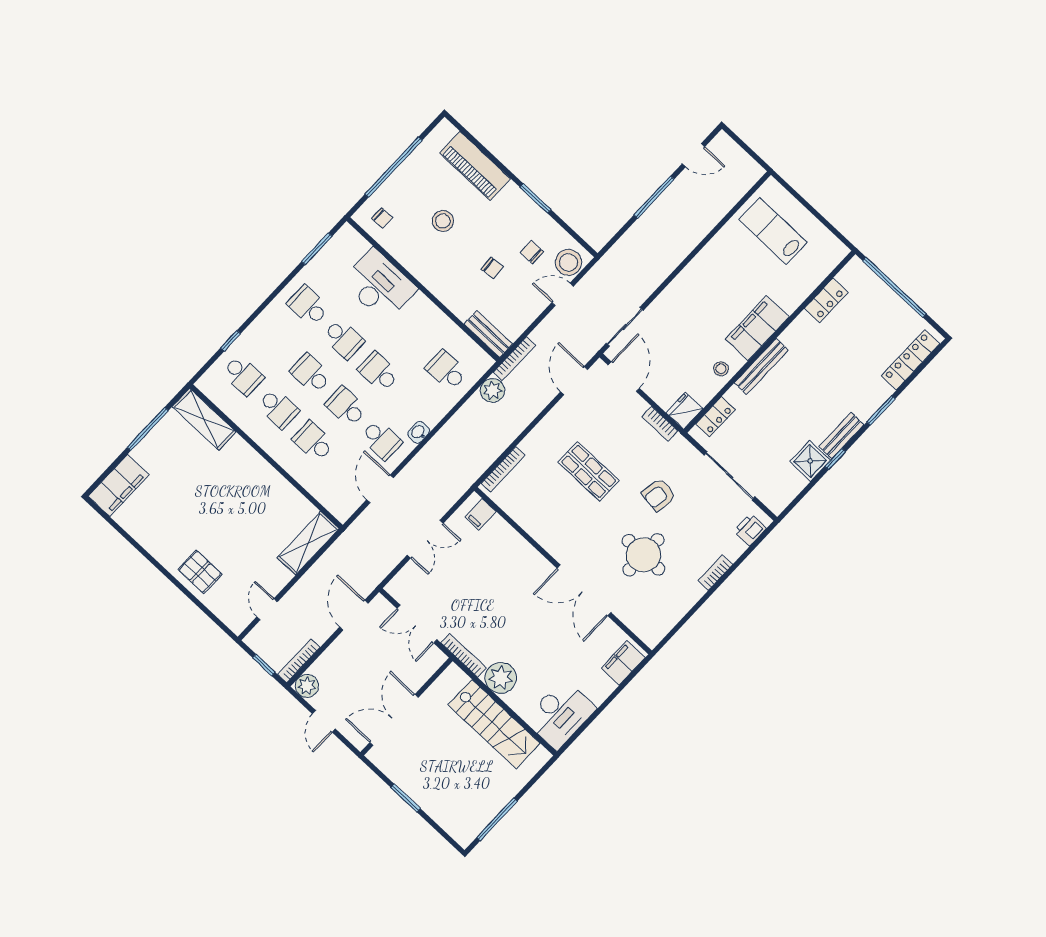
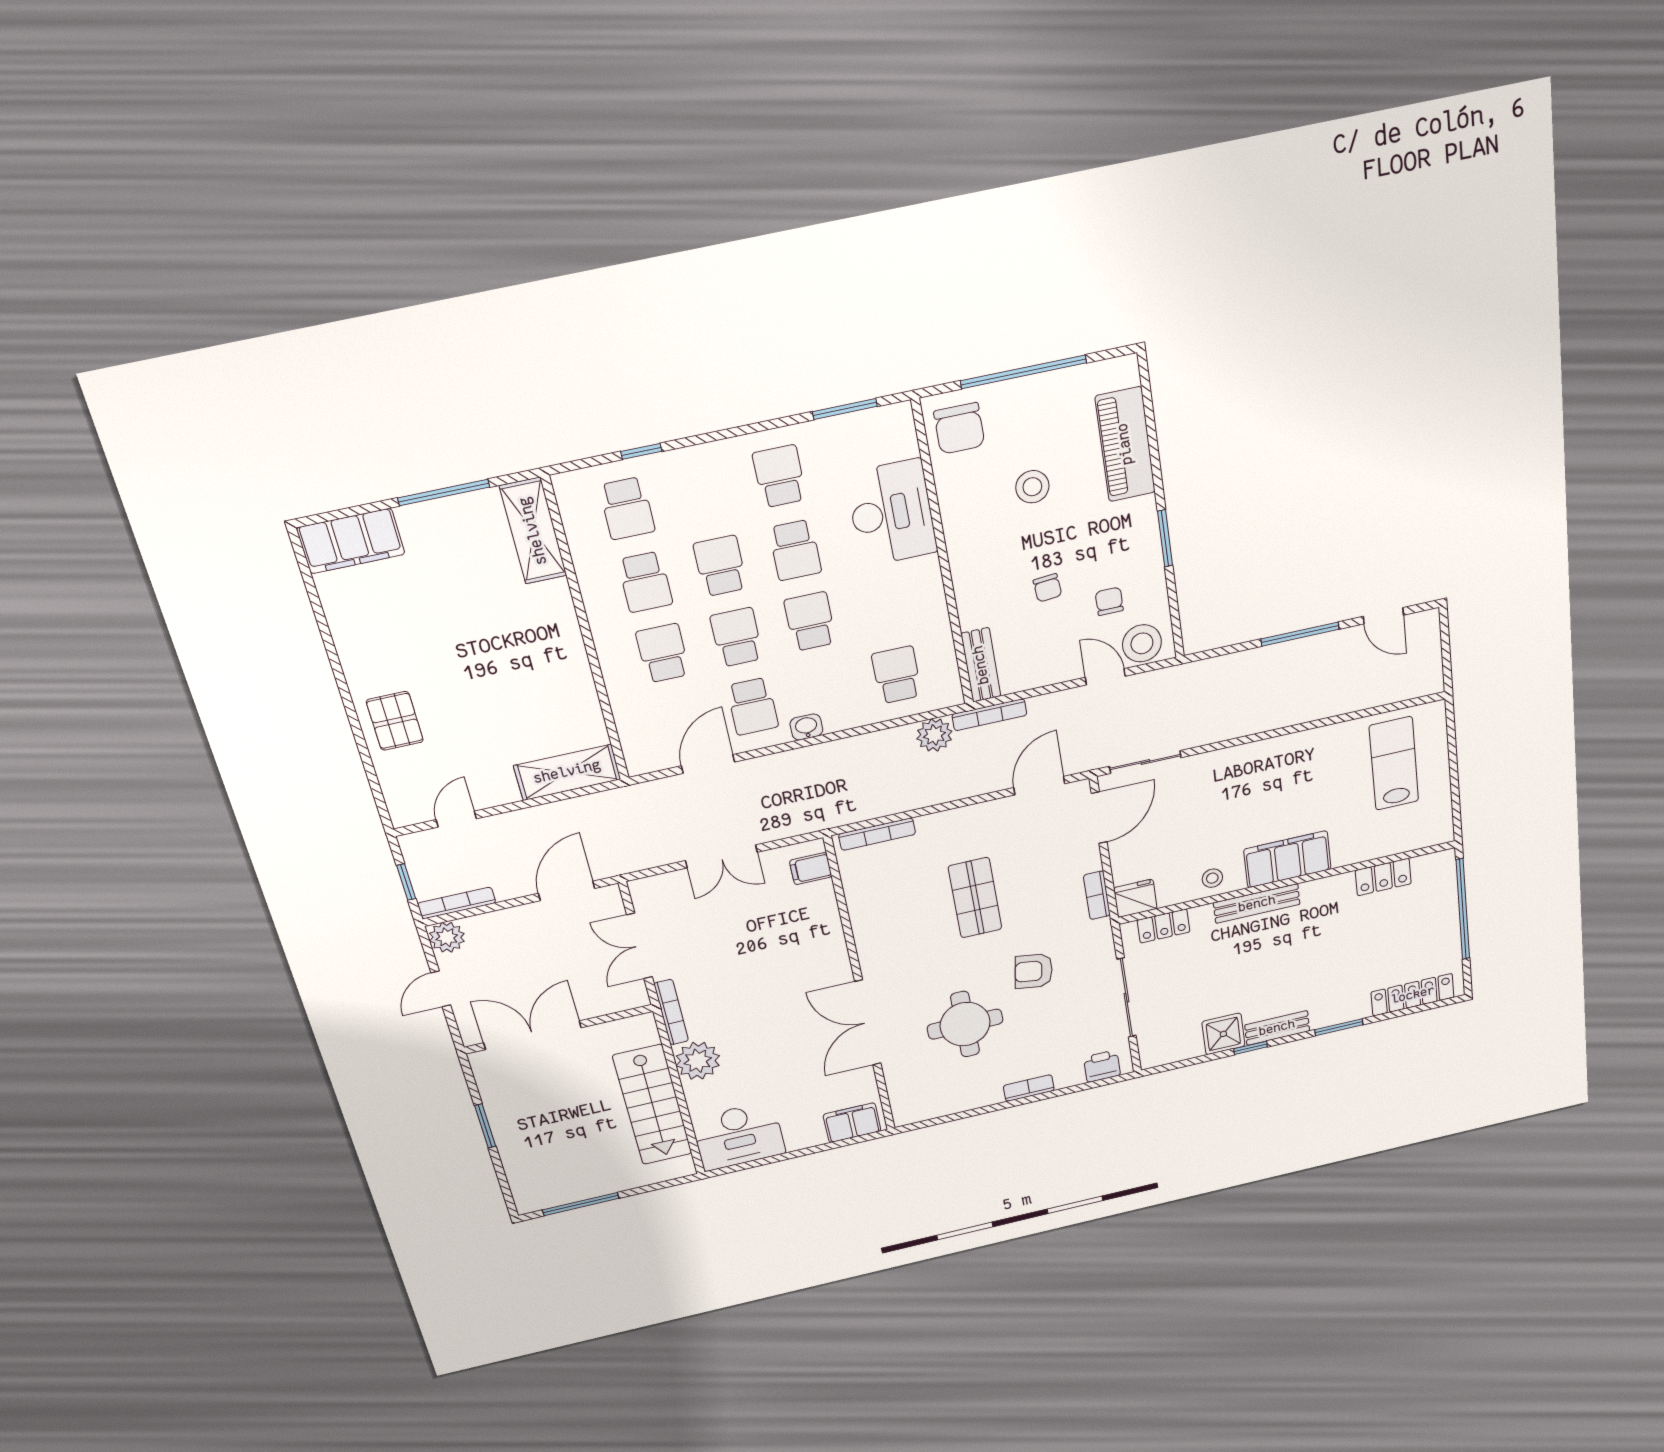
chair: (382, 218) -> (959, 428), width x1.87, depth x1.87

